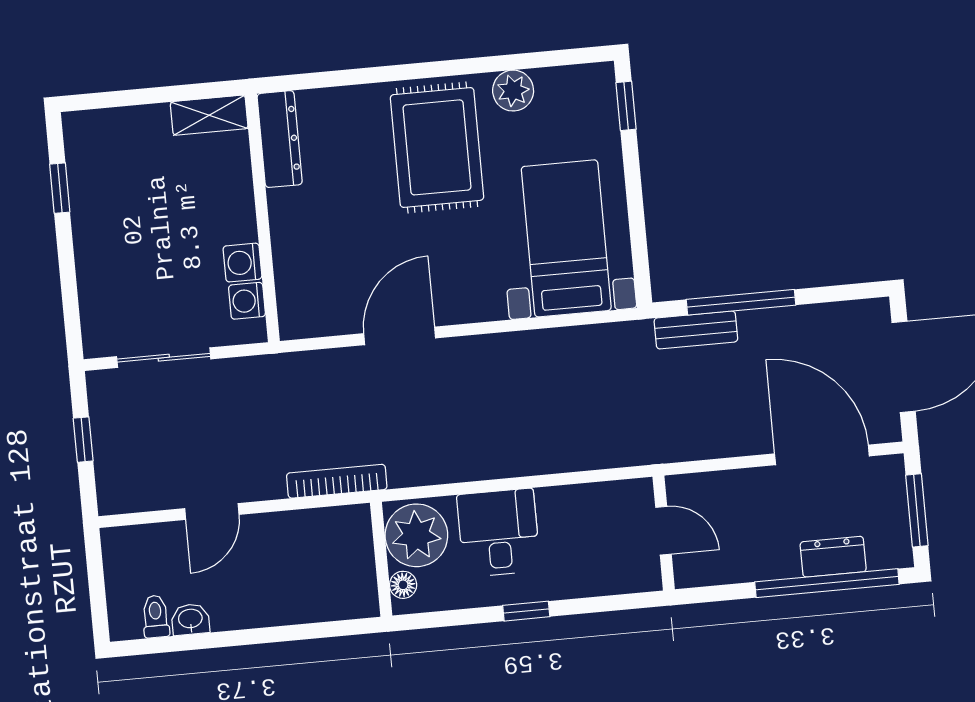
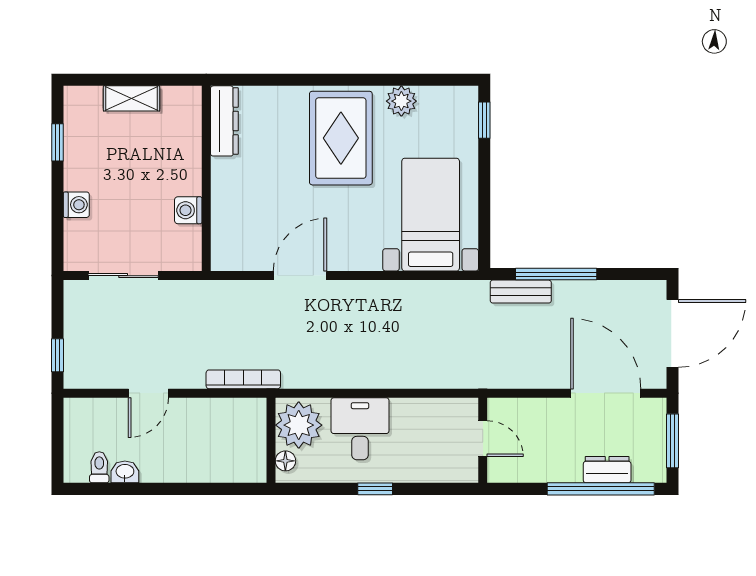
shelving: (209, 115) -> (132, 98), moved
washing machine: (247, 301) -> (76, 205), moved, turned 180
window: (83, 440) -> (58, 355), moved

